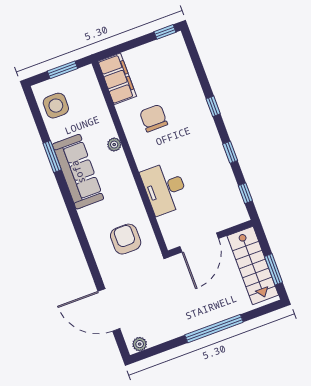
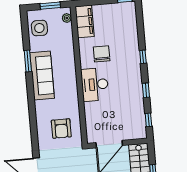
plant: (114, 145) -> (67, 18), moved
desk: (165, 188) -> (95, 84), moved
armchair: (126, 239) -> (61, 129), turned 180

